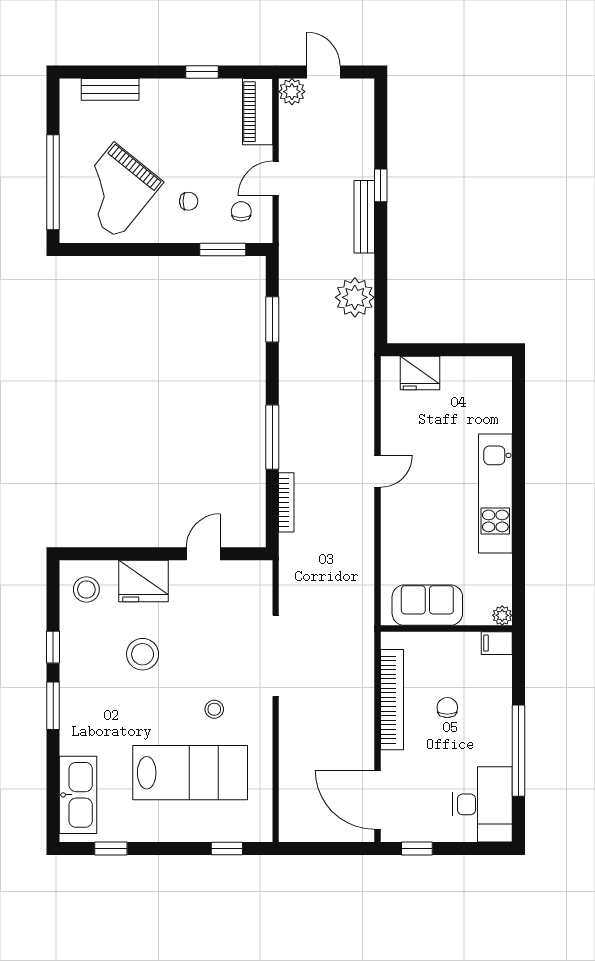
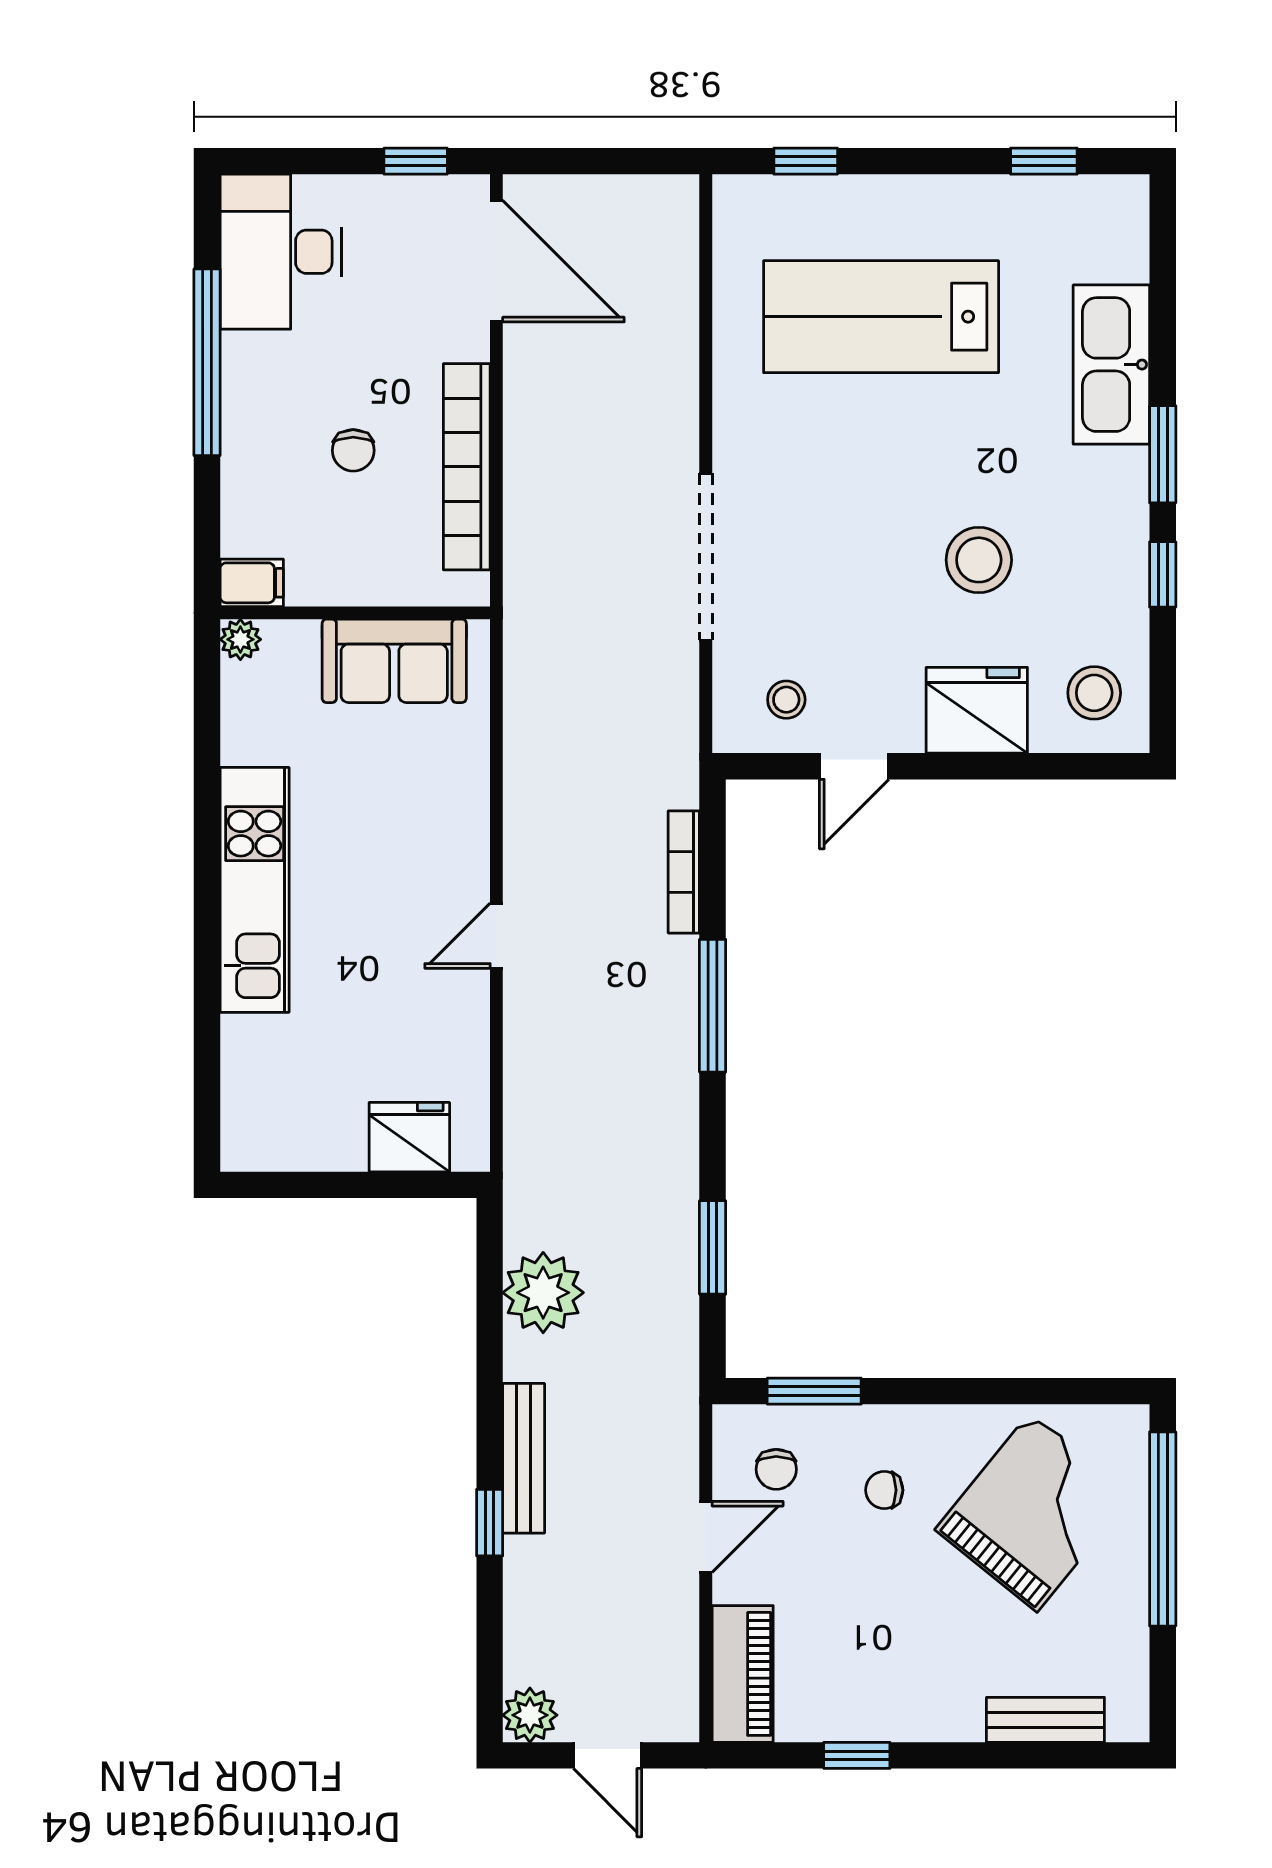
plant: (292, 92) -> (530, 1715), moved
stool: (214, 709) -> (786, 700), moved
kitchen sink: (78, 795) -> (1111, 365), moved

